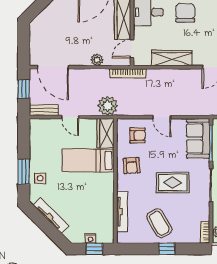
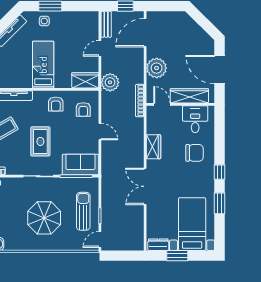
wardrobe: (172, 58) -> (153, 147), width x0.67
plant: (97, 60) -> (157, 68), width x1.87, depth x1.87
door: (162, 117) -> (100, 131), swing flipped
bed: (88, 161) -> (43, 65), moved
armchair: (132, 166) -> (56, 104), turned -86

